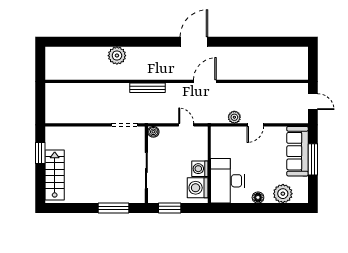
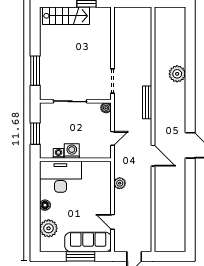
door: (255, 125) -> (113, 222), moved
washing machine: (198, 188) -> (58, 153), width x0.53, depth x0.53
window: (170, 208) -> (35, 134), moved

